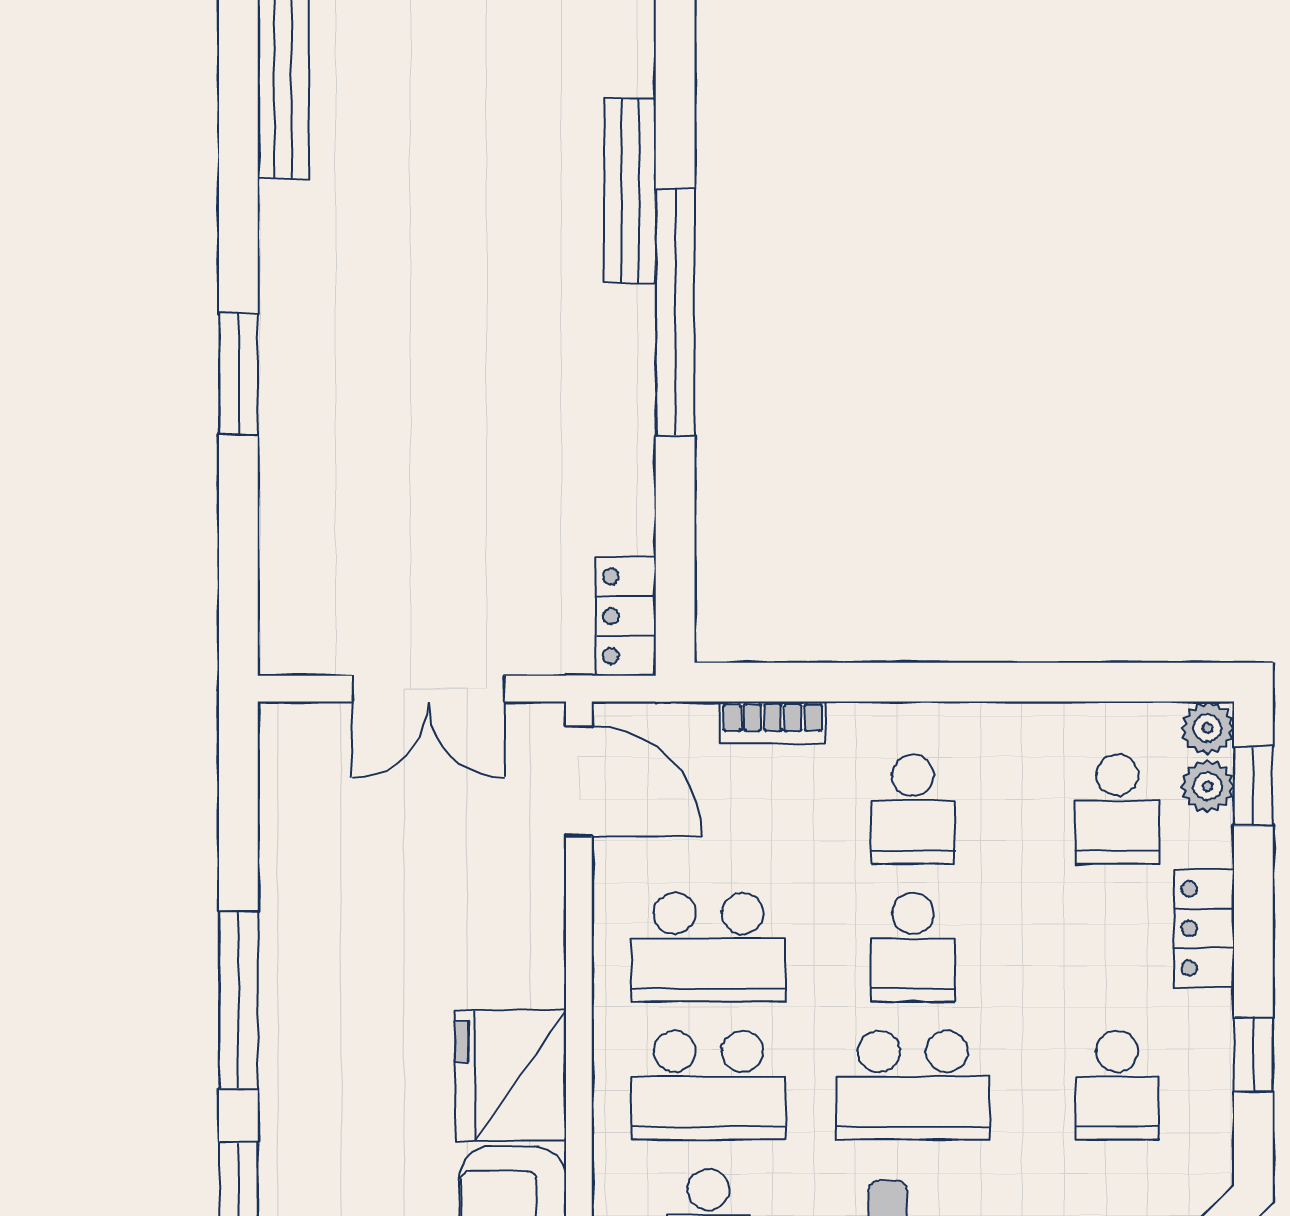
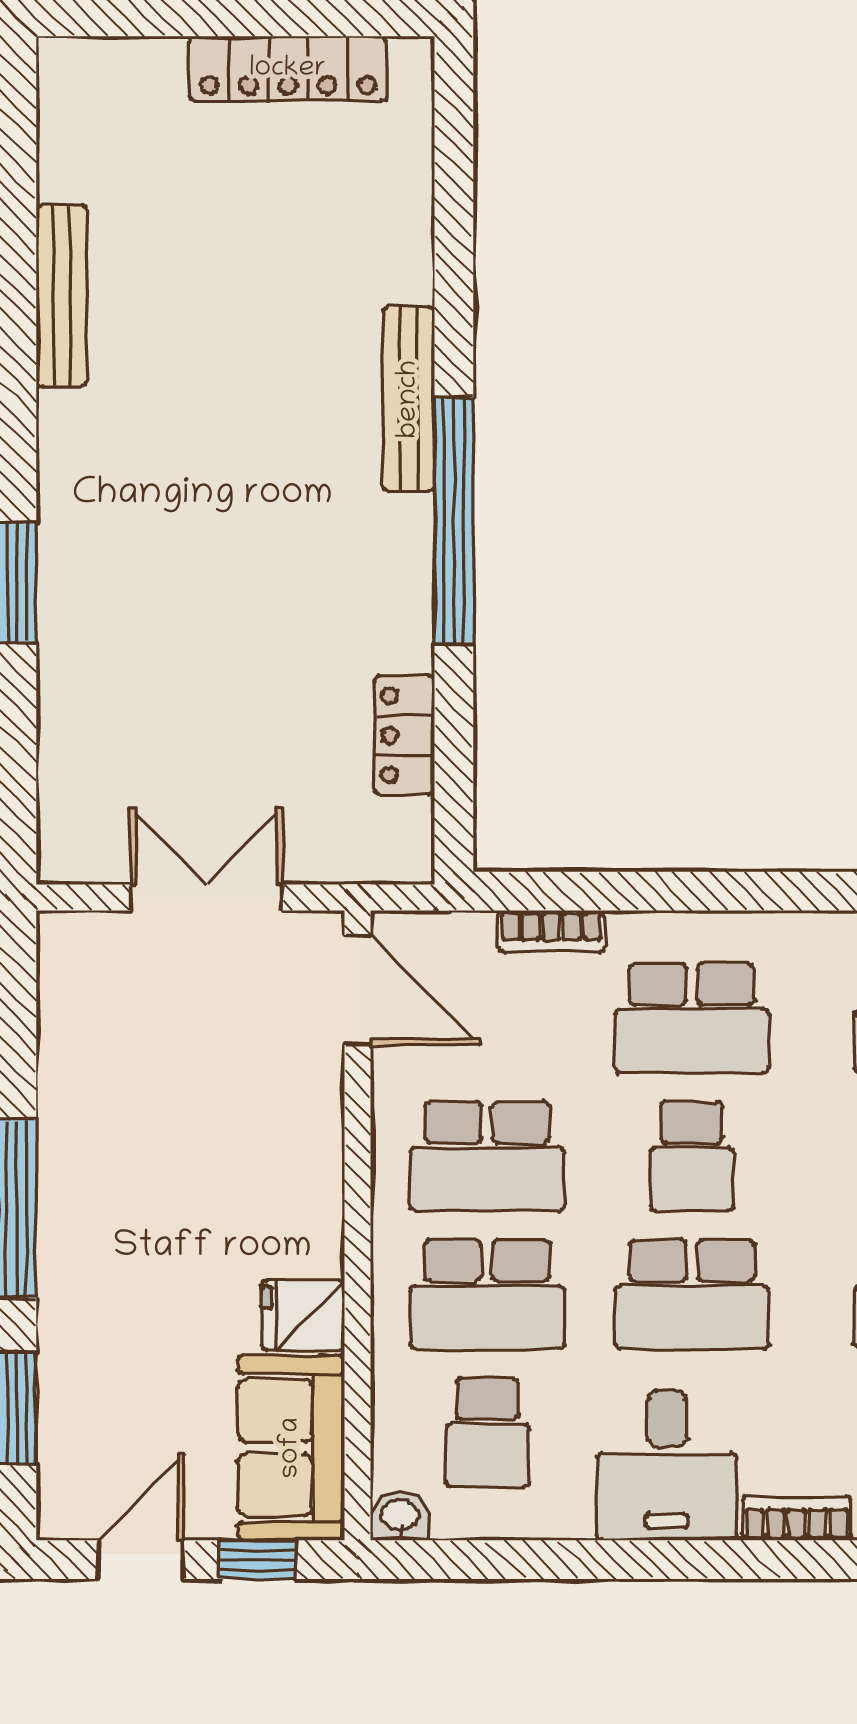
locker: (626, 616) -> (404, 735), moved
double door: (428, 689) -> (207, 897), swing flipped
school desk: (913, 809) -> (692, 1018), width x1.85
fridge: (510, 1075) -> (303, 1315), width x0.53, depth x0.75

